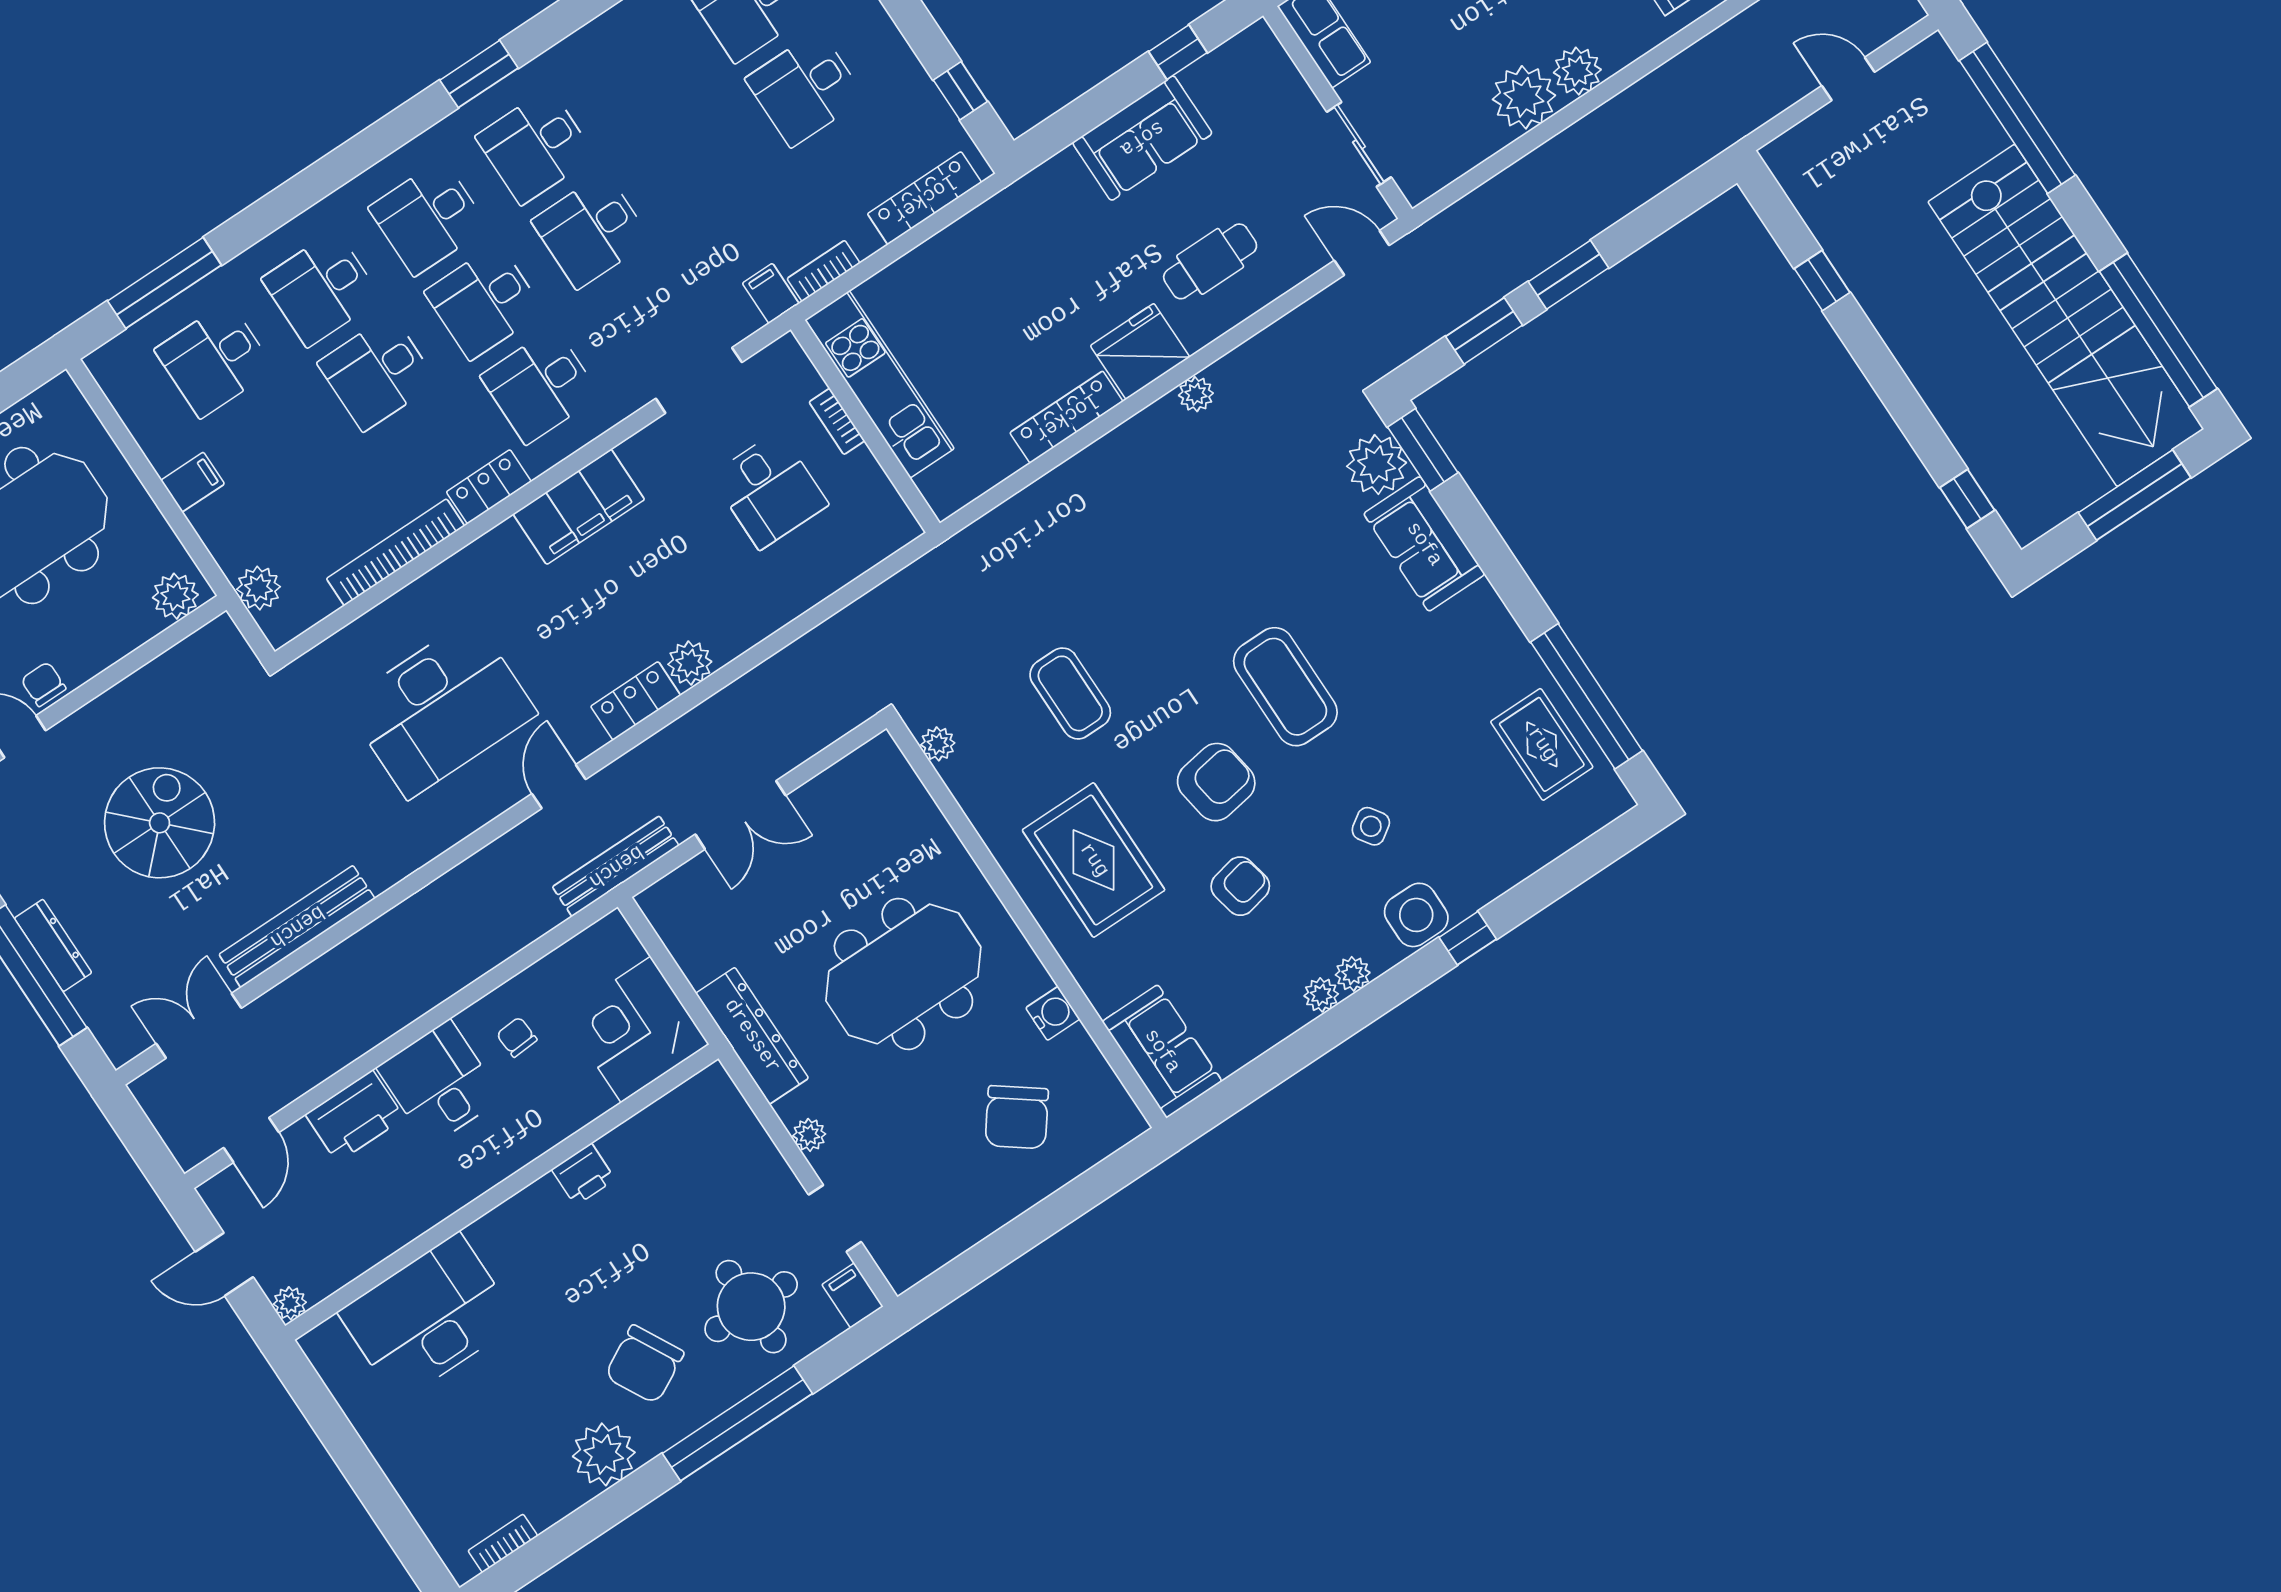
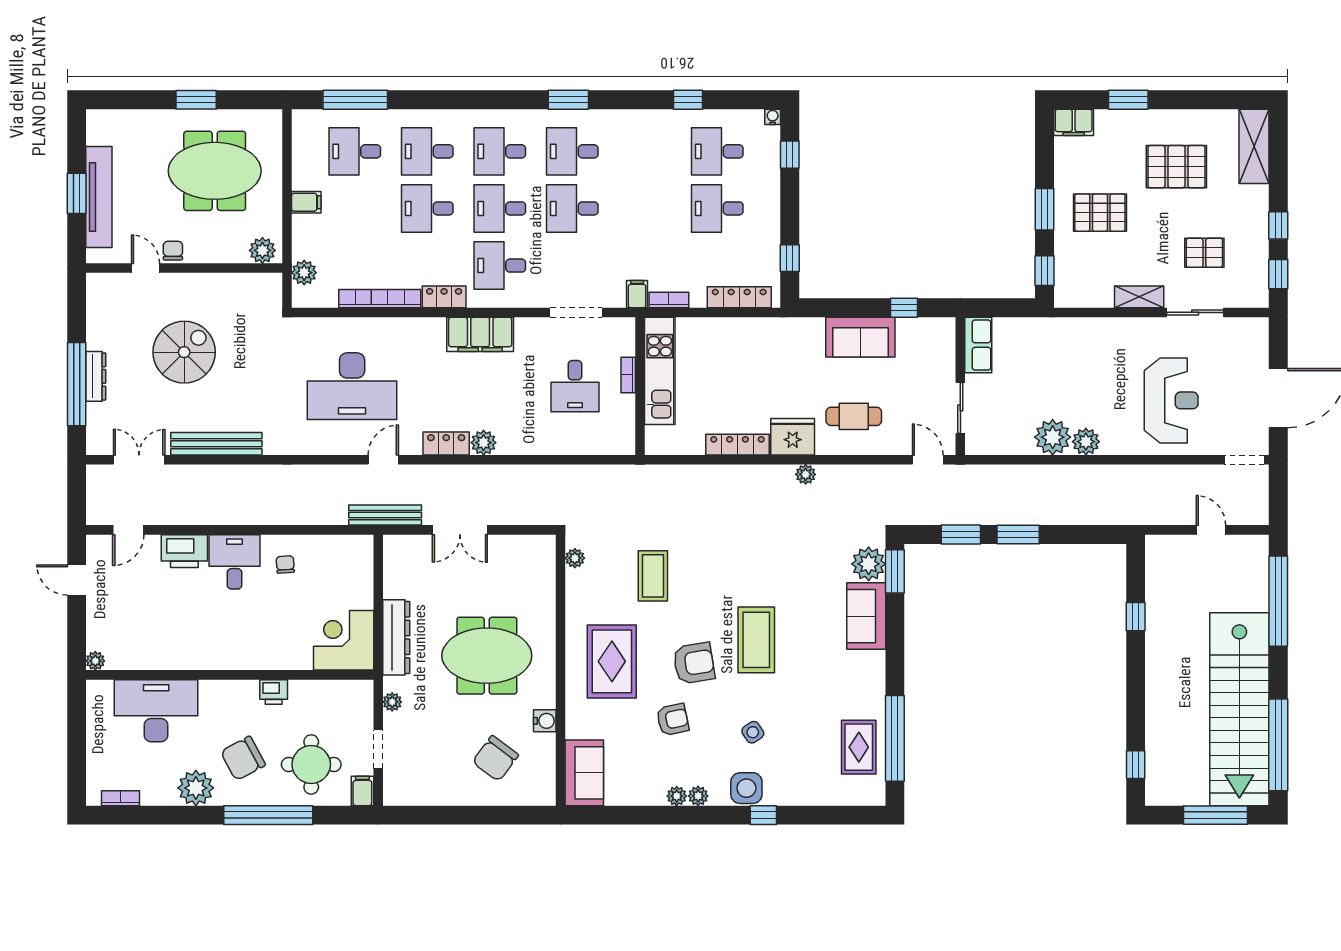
corner desk: (636, 1030) -> (344, 640), moved
printer: (583, 1174) -> (274, 692), moved
wall: (502, 1192) -> (230, 675), moved
plant: (290, 1303) -> (95, 661), moved
desk: (428, 1317) -> (156, 711), moved

